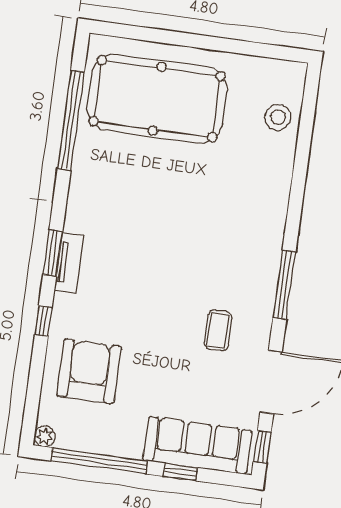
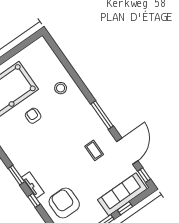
stool: (278, 117) -> (61, 88), moved
armchair: (170, 181) -> (33, 116), added
tv unit: (69, 263) -> (33, 185), moved

